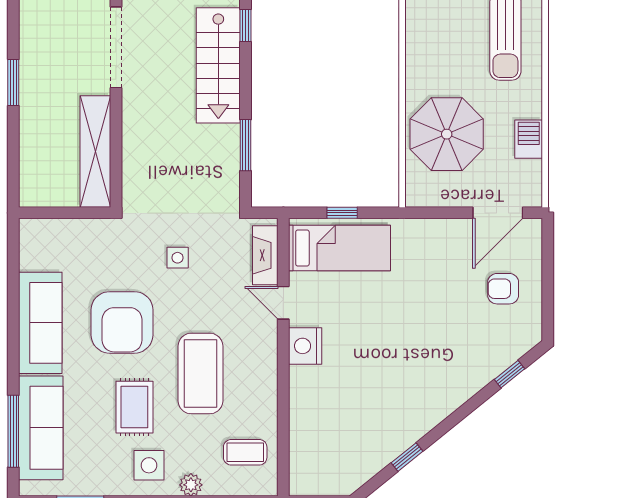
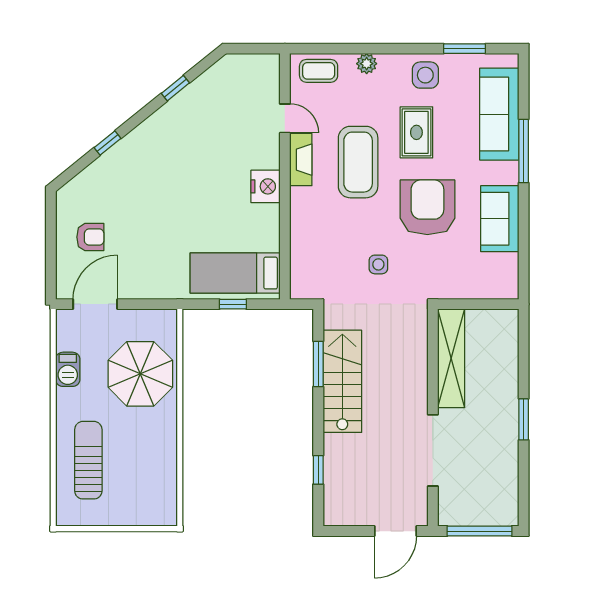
stairs: (218, 65) -> (342, 381), moved
fireplace: (265, 255) -> (301, 160), moved
door: (283, 303) -> (285, 118), moved
sofa: (40, 323) -> (500, 219), width x0.73
window: (510, 374) -> (107, 143), moved
window: (13, 431) -> (524, 151), moved
coffee table: (245, 452) -> (319, 71), moved
side table: (149, 465) -> (425, 75), moved

